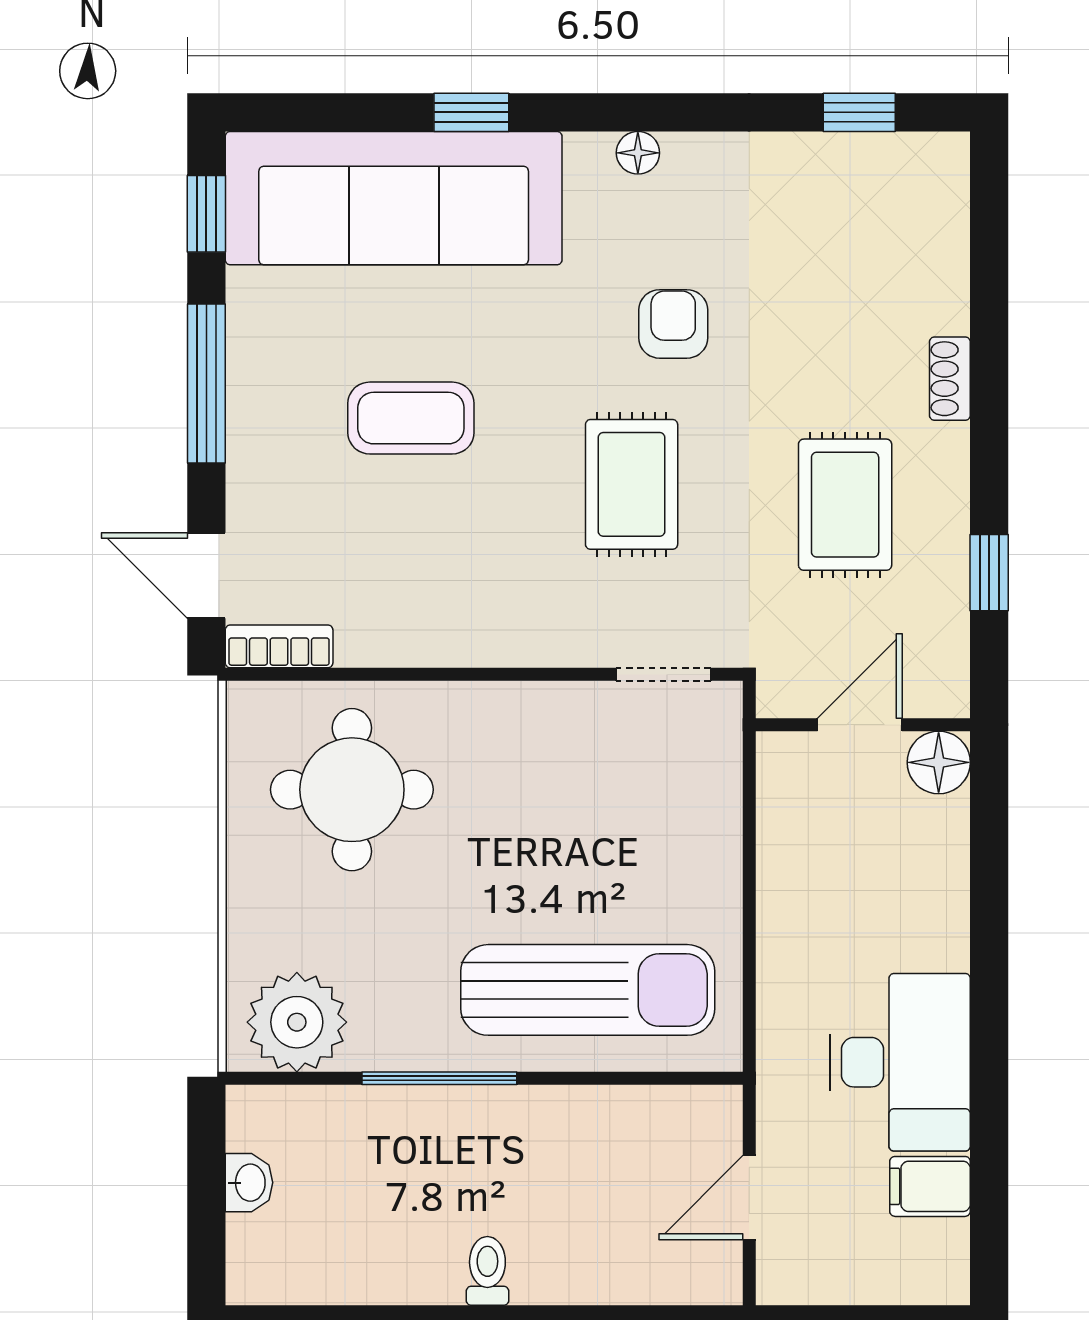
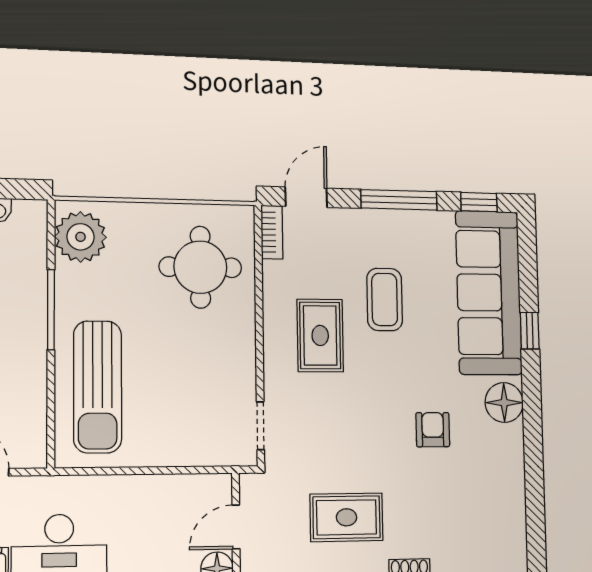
window: (859, 112) -> (536, 521), removed
floor lamp: (638, 153) -> (504, 403), width x1.89, depth x1.89
armchair: (673, 324) -> (433, 430), turned -90
rug: (632, 484) -> (320, 335), moved, turned 90
door: (860, 725) -> (236, 527), swing flipped

